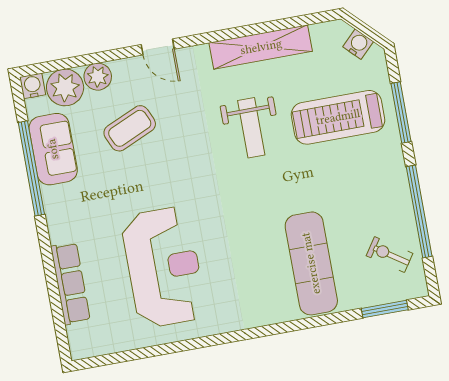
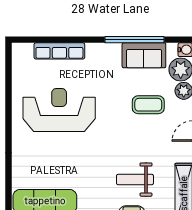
coffee table: (130, 128) -> (148, 105), turned -66
reception desk: (164, 267) -> (59, 110), turned 180

